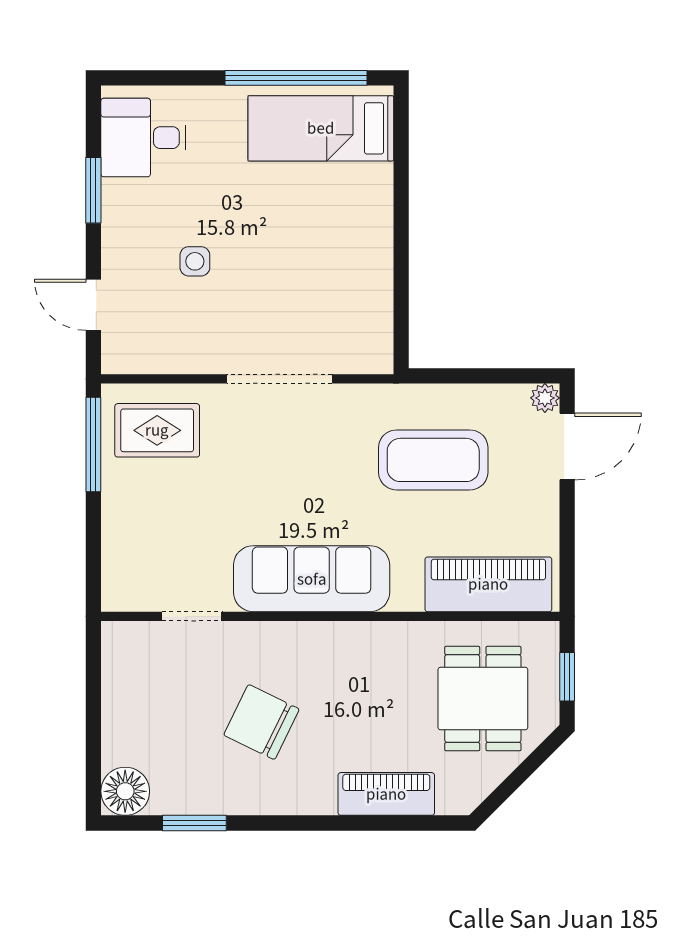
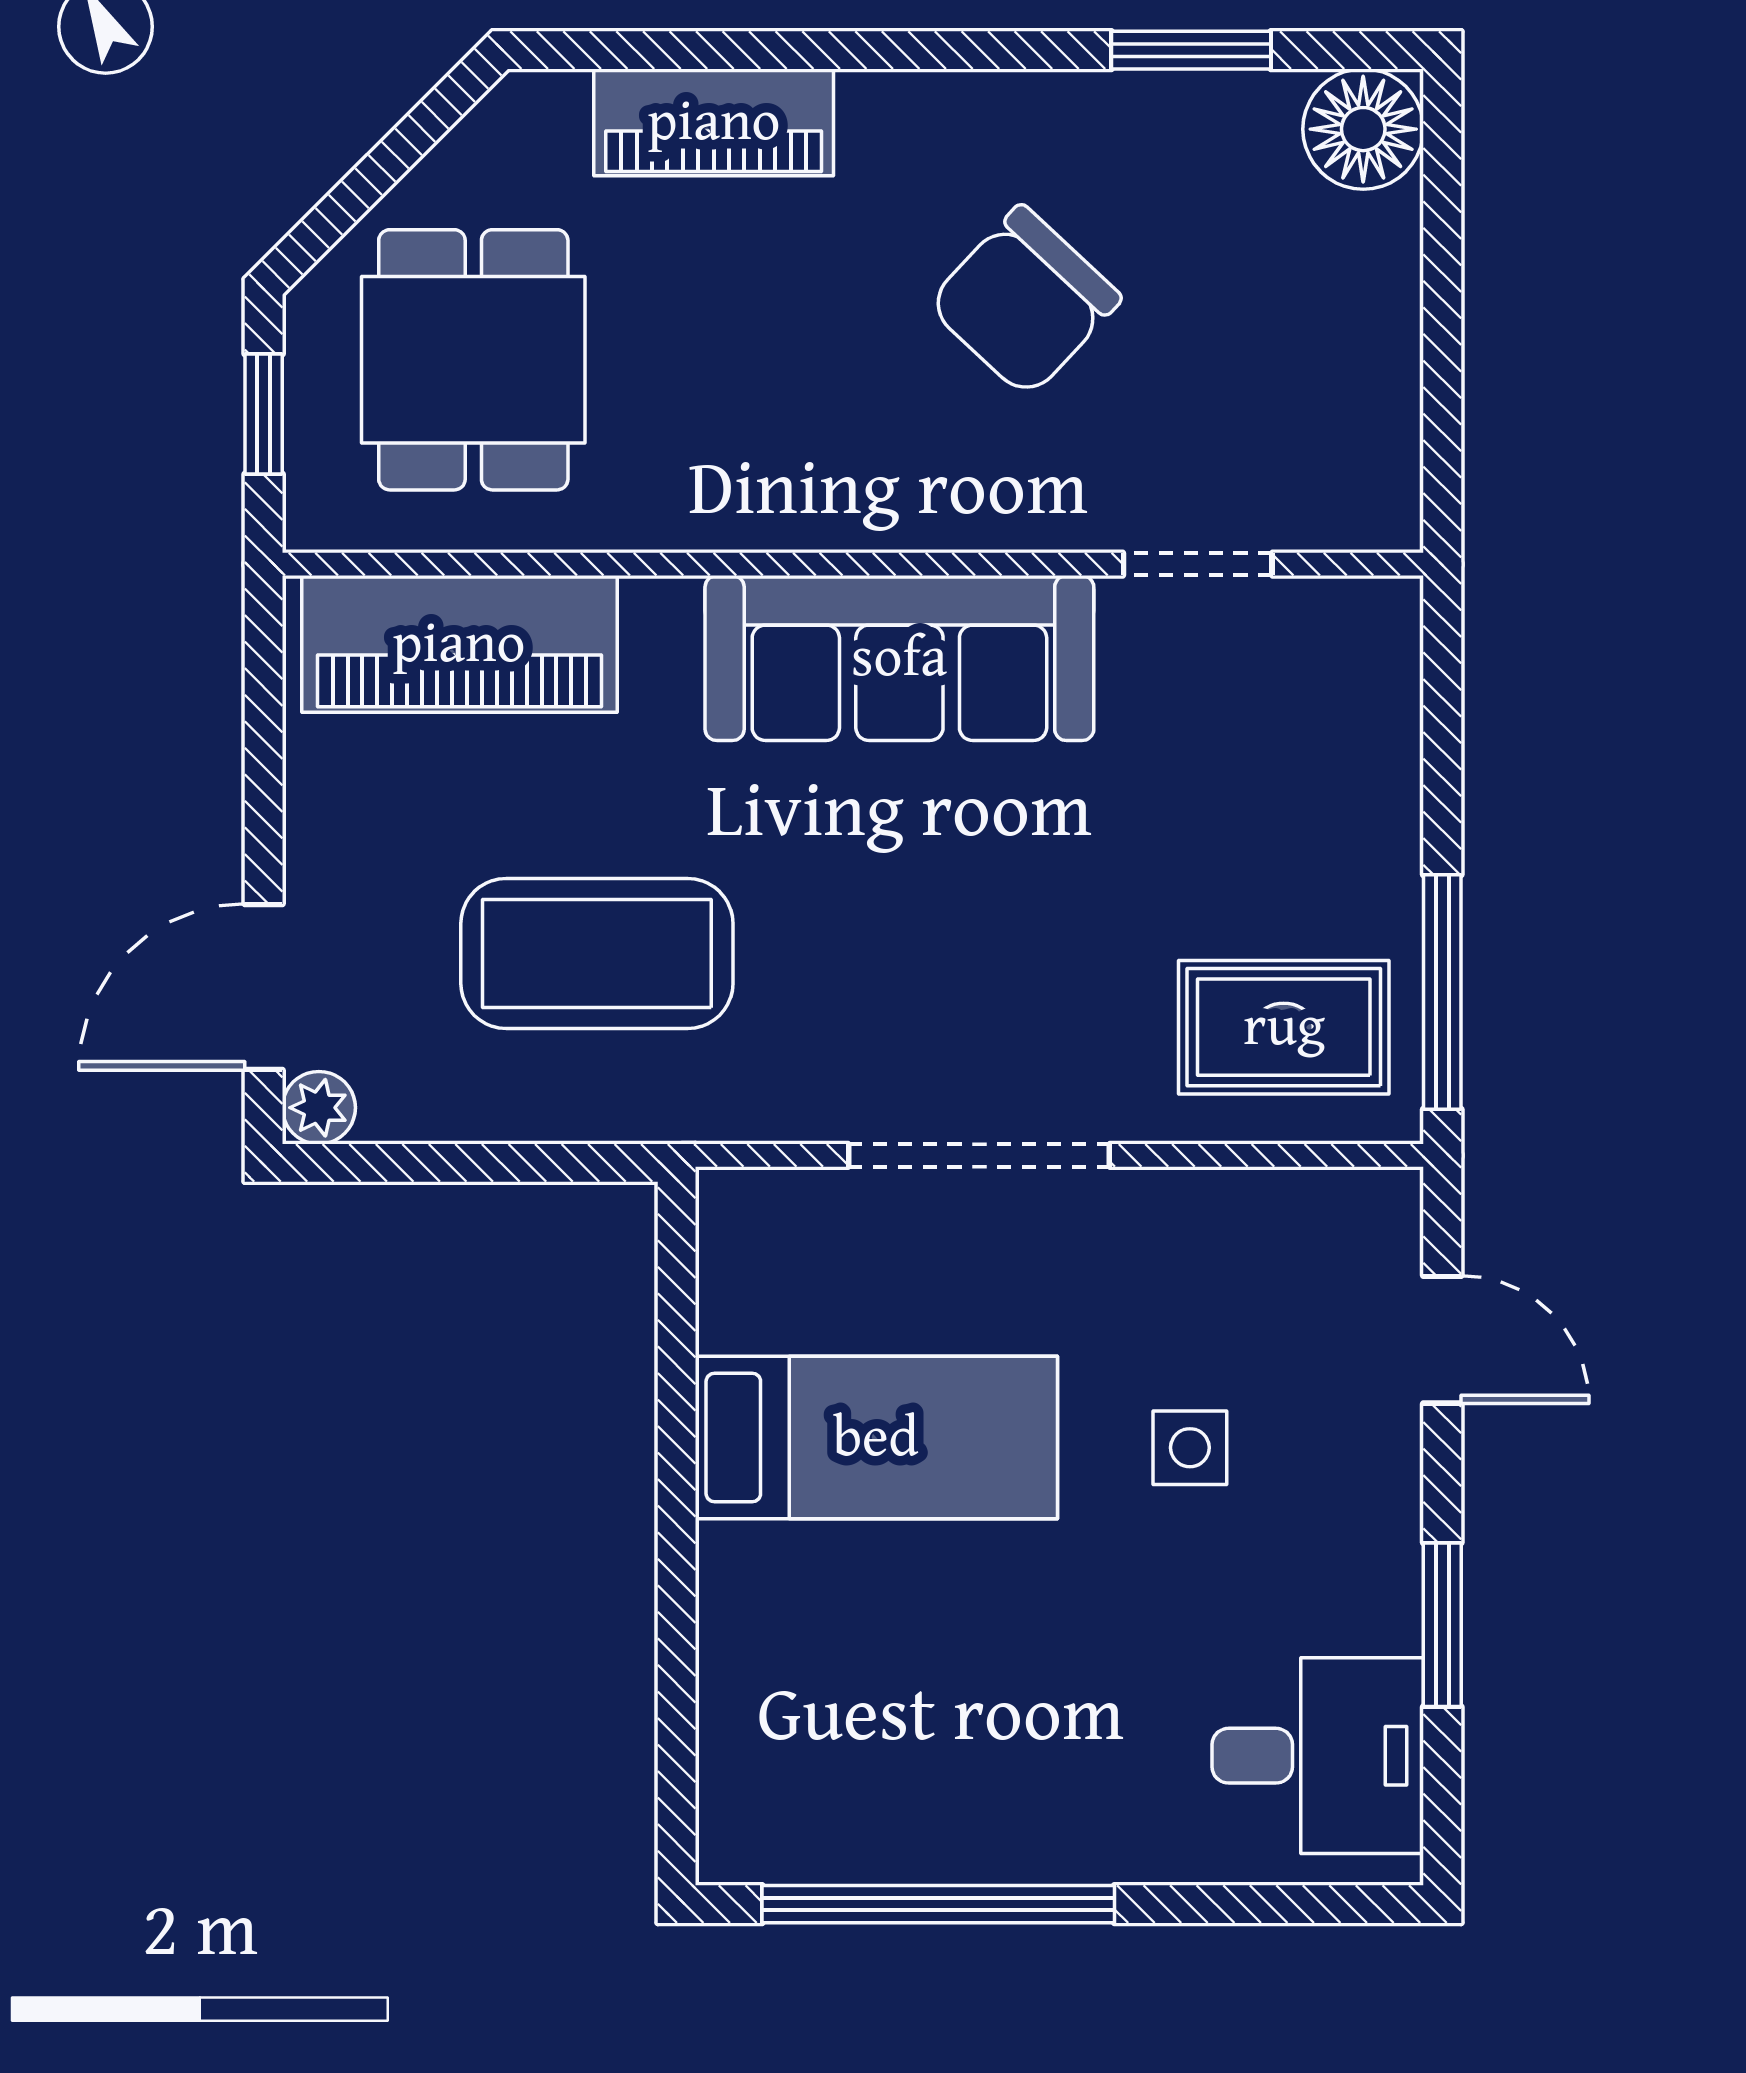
bed: (321, 128) -> (876, 1438), moved
chair: (261, 722) -> (1024, 301), turned 107

